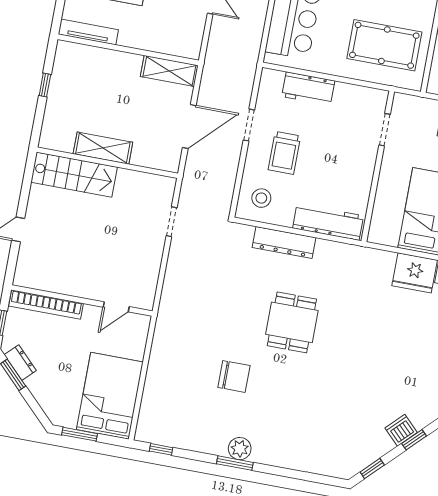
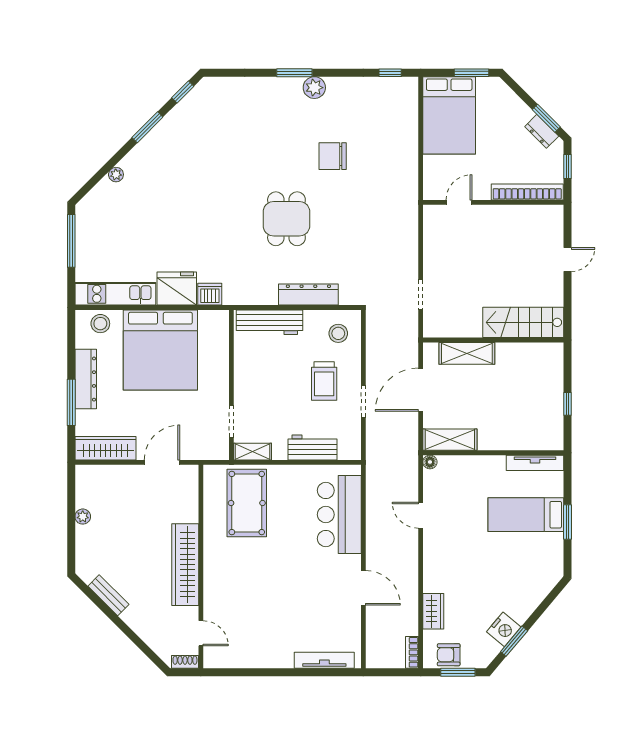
pool table: (384, 45) -> (247, 503), turned 90
floor lamp: (193, 52) -> (430, 462), added
shelving: (369, 96) -> (253, 452), added
shelving: (103, 148) -> (467, 353), moved
trolley: (284, 153) -> (324, 381), turned 180
dishwasher: (401, 430) -> (210, 294), moved, turned -135
window: (414, 440) -> (147, 127), width x1.50
window: (235, 463) -> (294, 73), moved

